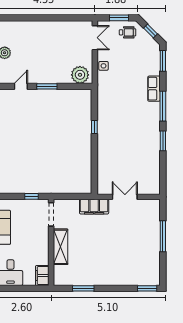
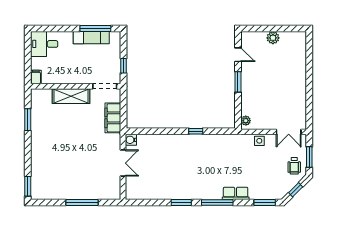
plant: (80, 75) -> (246, 121), width x0.53, depth x0.53
water cooler: (103, 189) -> (131, 140), added
filing cabinet: (94, 207) -> (113, 118), moved
filing cabinet: (42, 276) -> (36, 77), width x0.50

